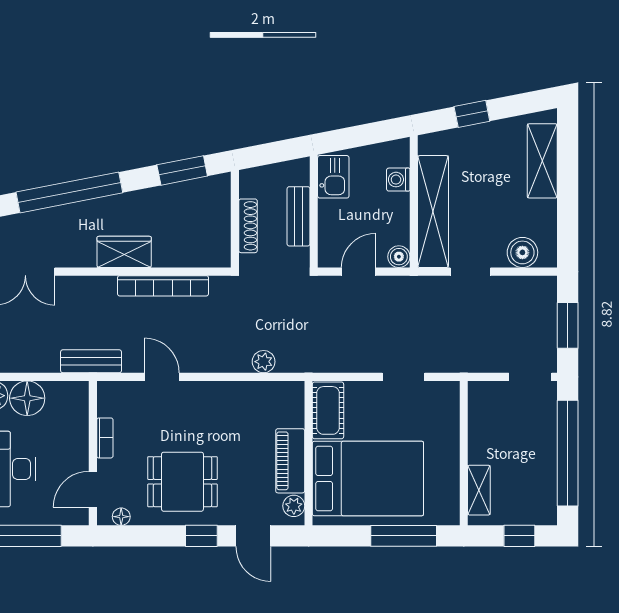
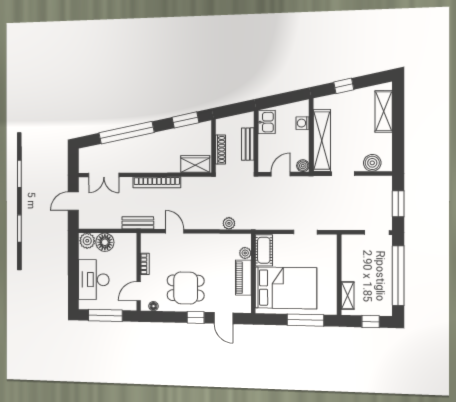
wardrobe: (124, 252) -> (195, 164), moved
bookcase: (163, 286) -> (157, 182), moved
plant: (294, 506) -> (245, 253), moved

